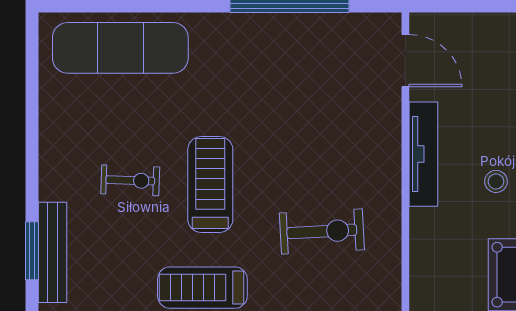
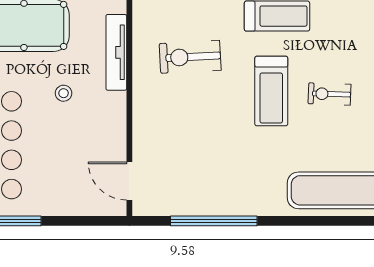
tv unit: (423, 154) -> (116, 52), moved

